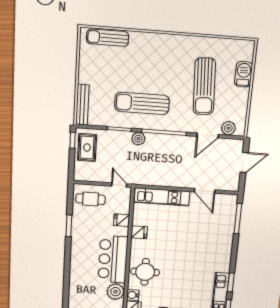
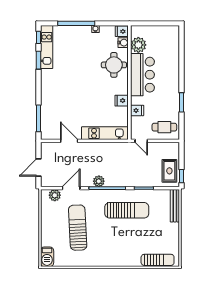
barbecue: (244, 74) -> (47, 257), moved
plant: (138, 139) -> (99, 181), moved

